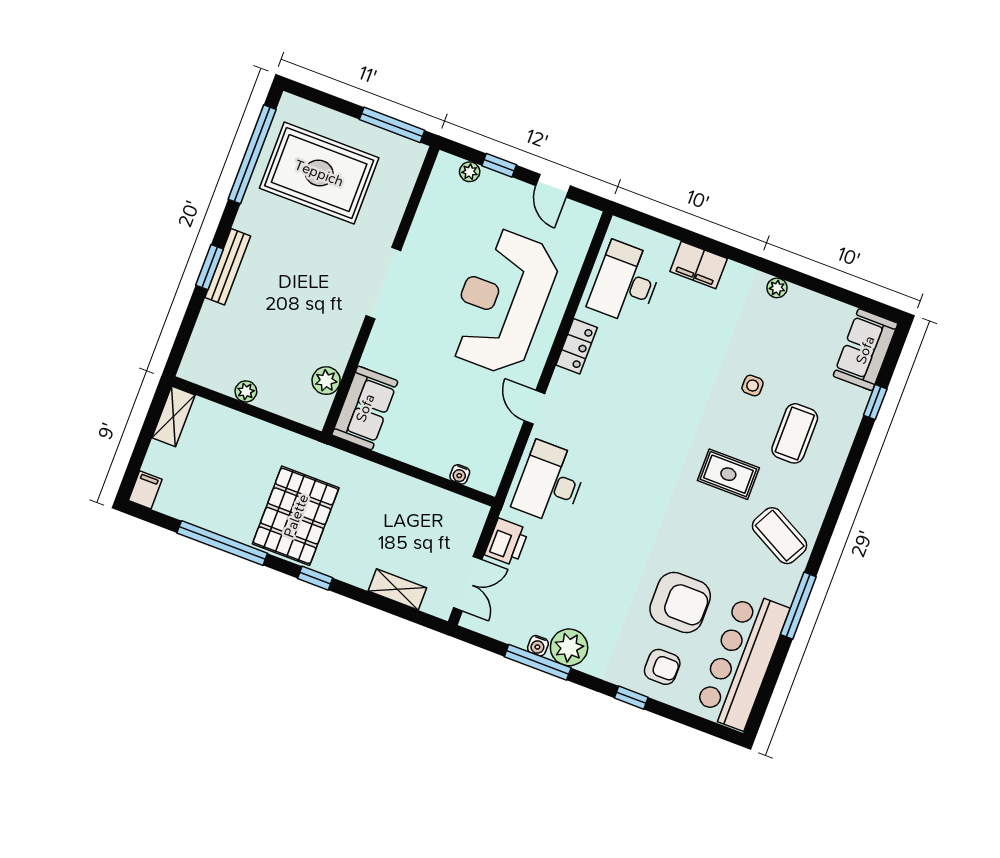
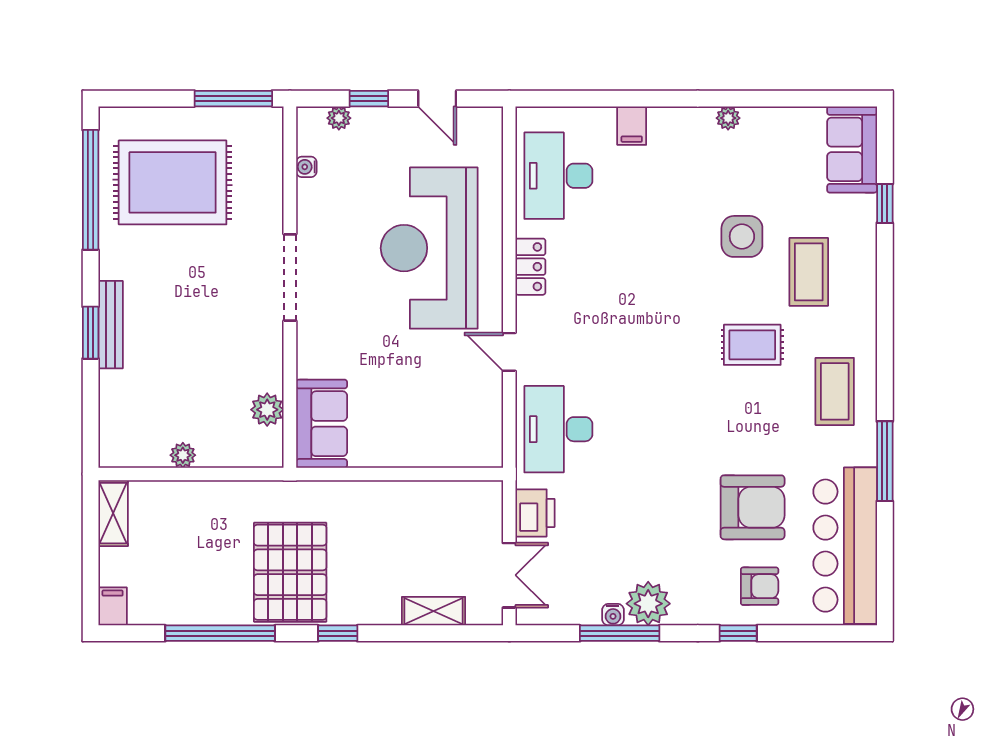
filing cabinet: (699, 265) -> (632, 126), width x0.50
side table: (753, 386) -> (742, 236), width x1.87, depth x1.87
water cooler: (460, 474) -> (306, 167), moved, turned 90
coffee table: (780, 536) -> (835, 391), turned 62

